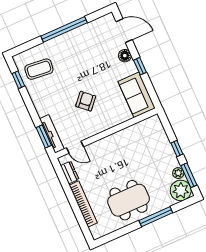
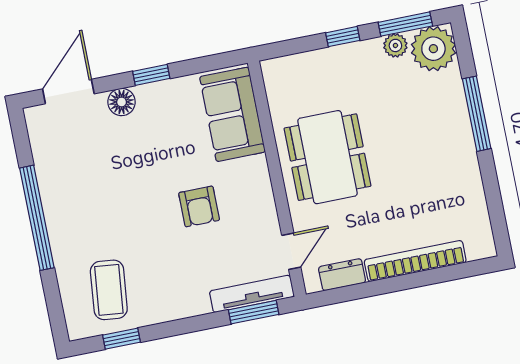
sofa: (137, 95) -> (232, 114), moved, turned 90
armchair: (86, 101) -> (199, 206), turned -132
dining table: (129, 200) -> (327, 157), moved

